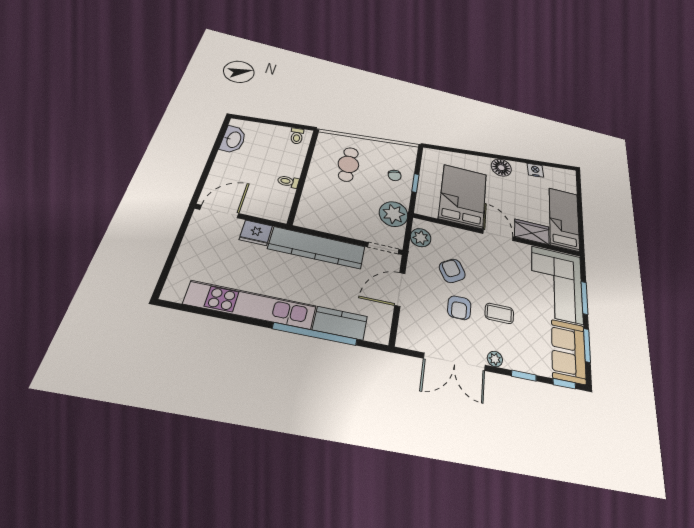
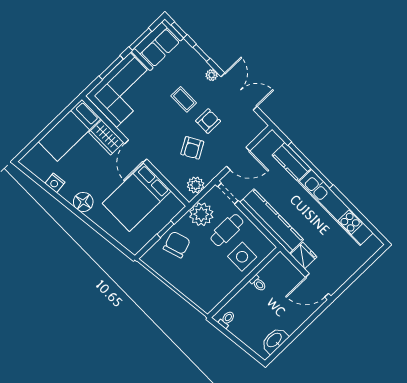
cafe table: (348, 164) -> (227, 230), moved
chair: (395, 175) -> (177, 245), width x1.87, depth x1.87
side table: (323, 197) -> (242, 257), added

